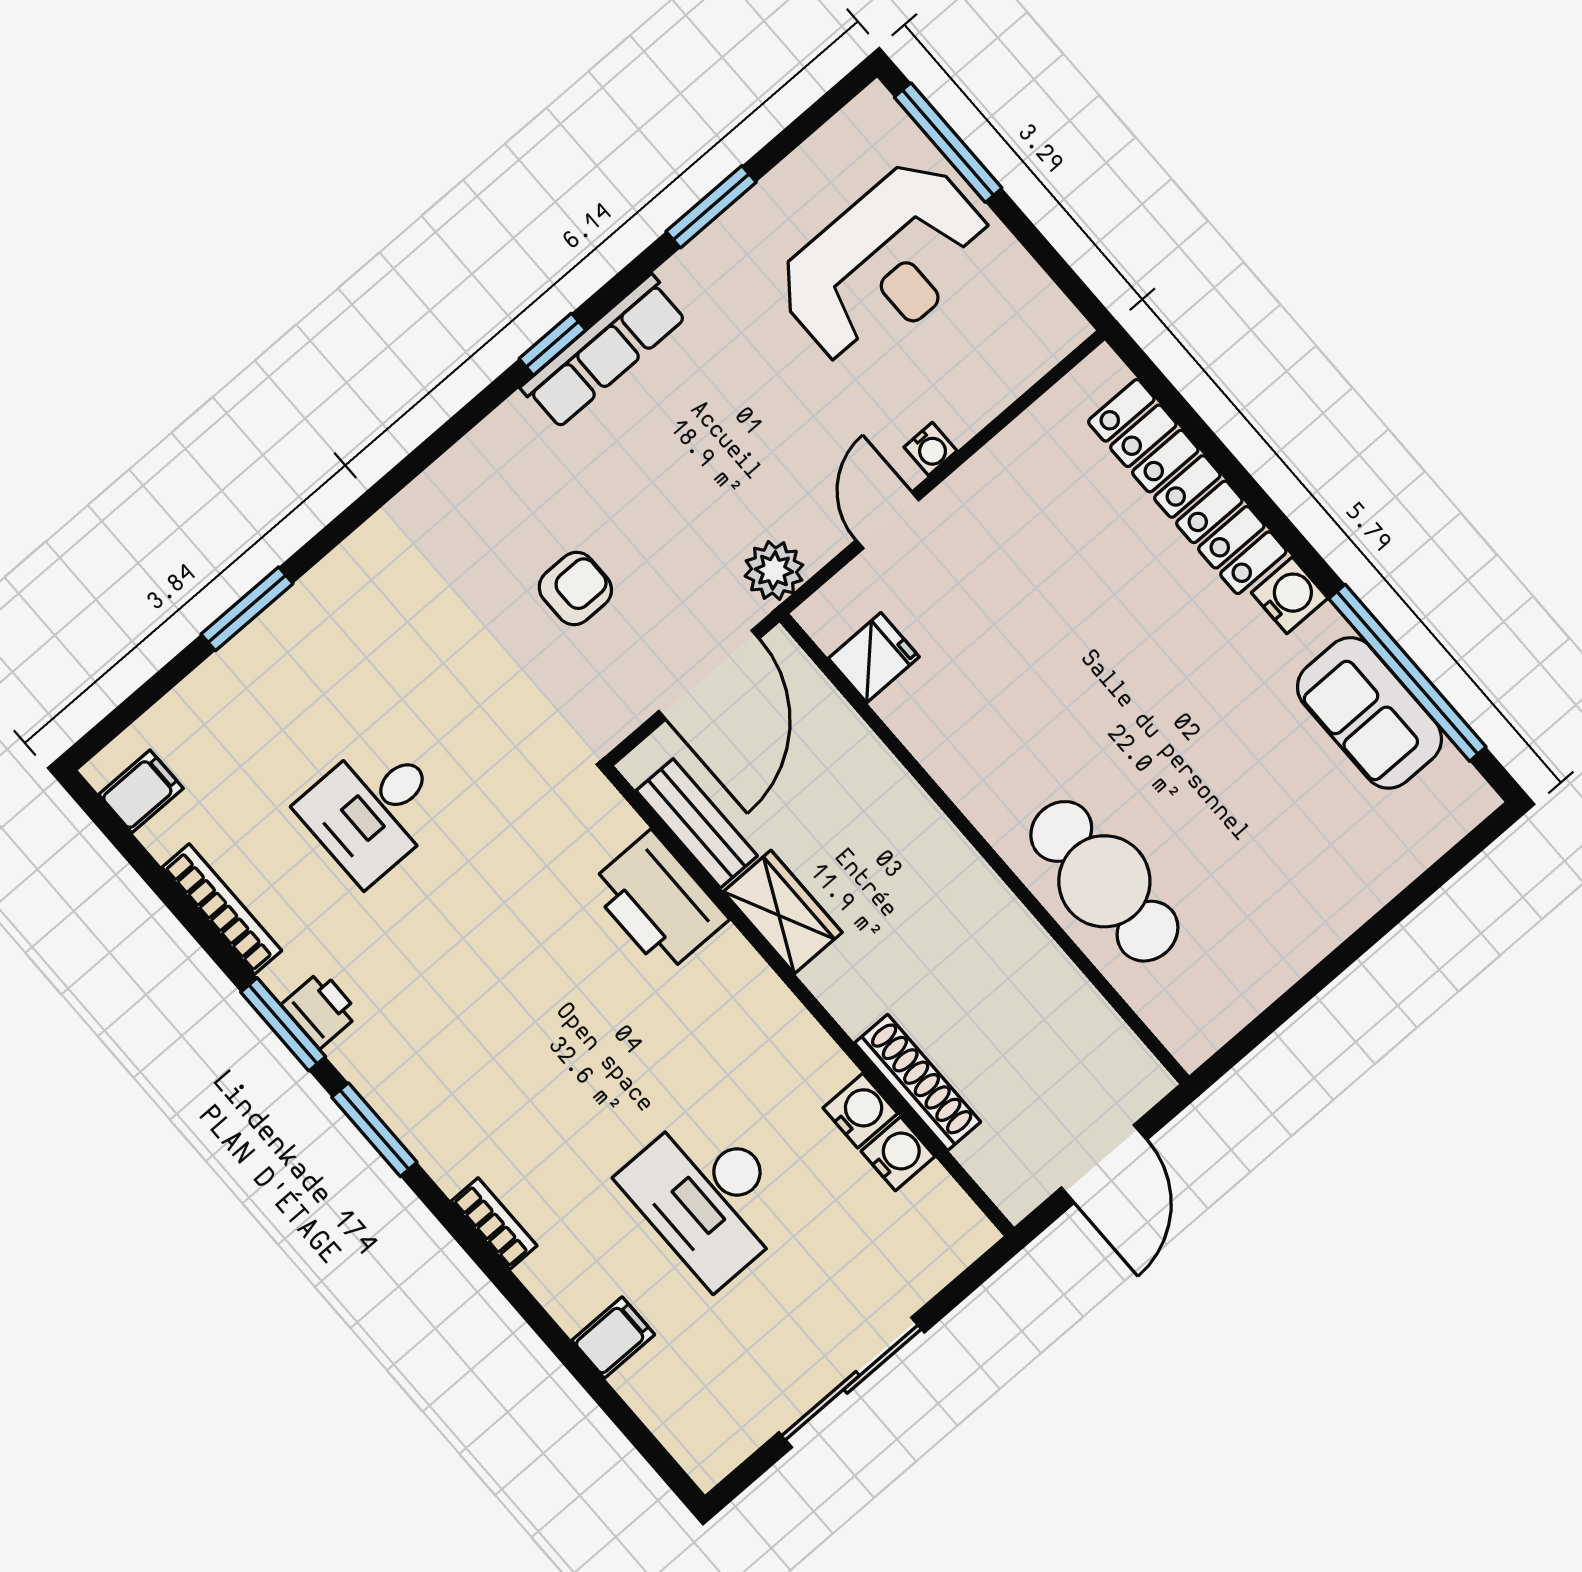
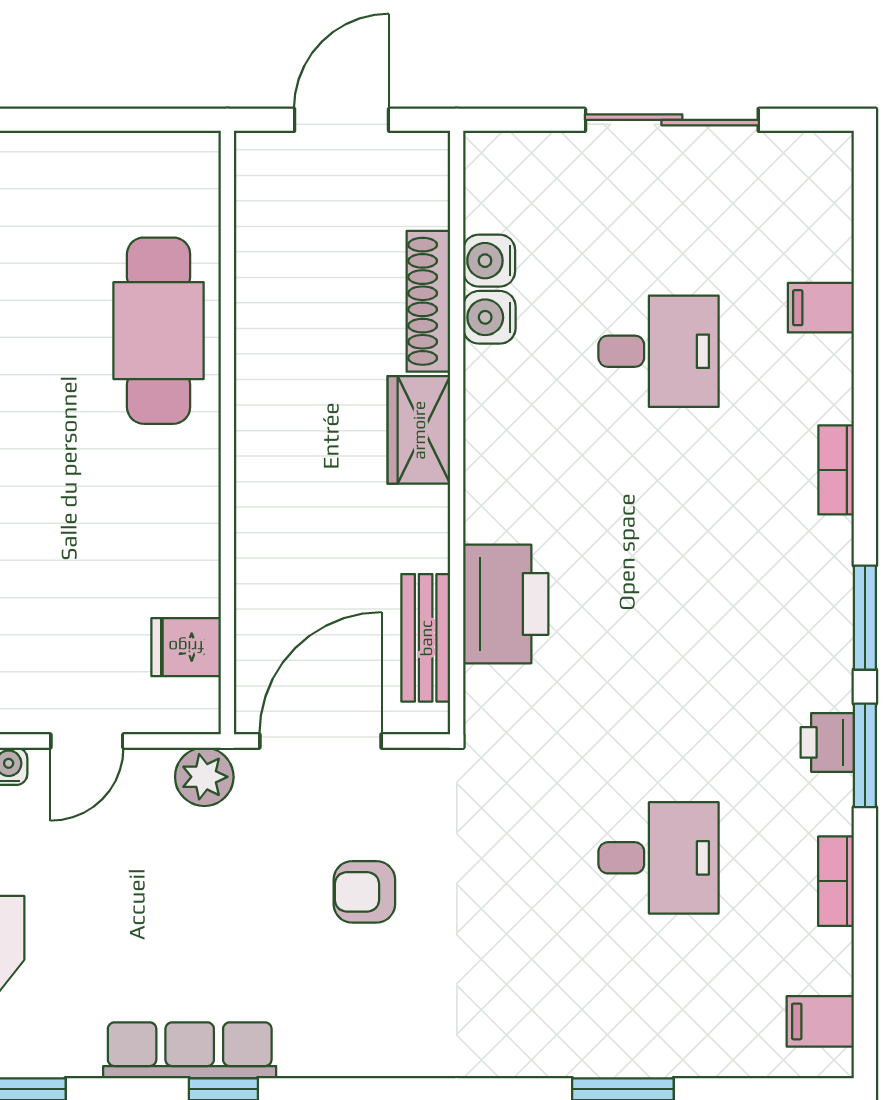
bookcase: (222, 909) -> (836, 881), width x0.64
wardrobe: (783, 912) -> (419, 430), moved
desk: (708, 1197) -> (659, 351), width x0.73

